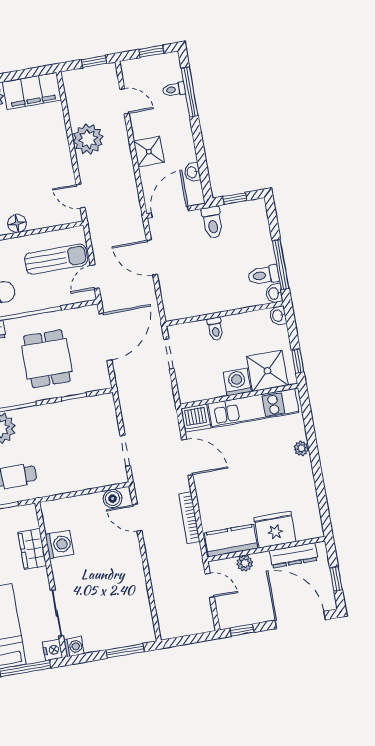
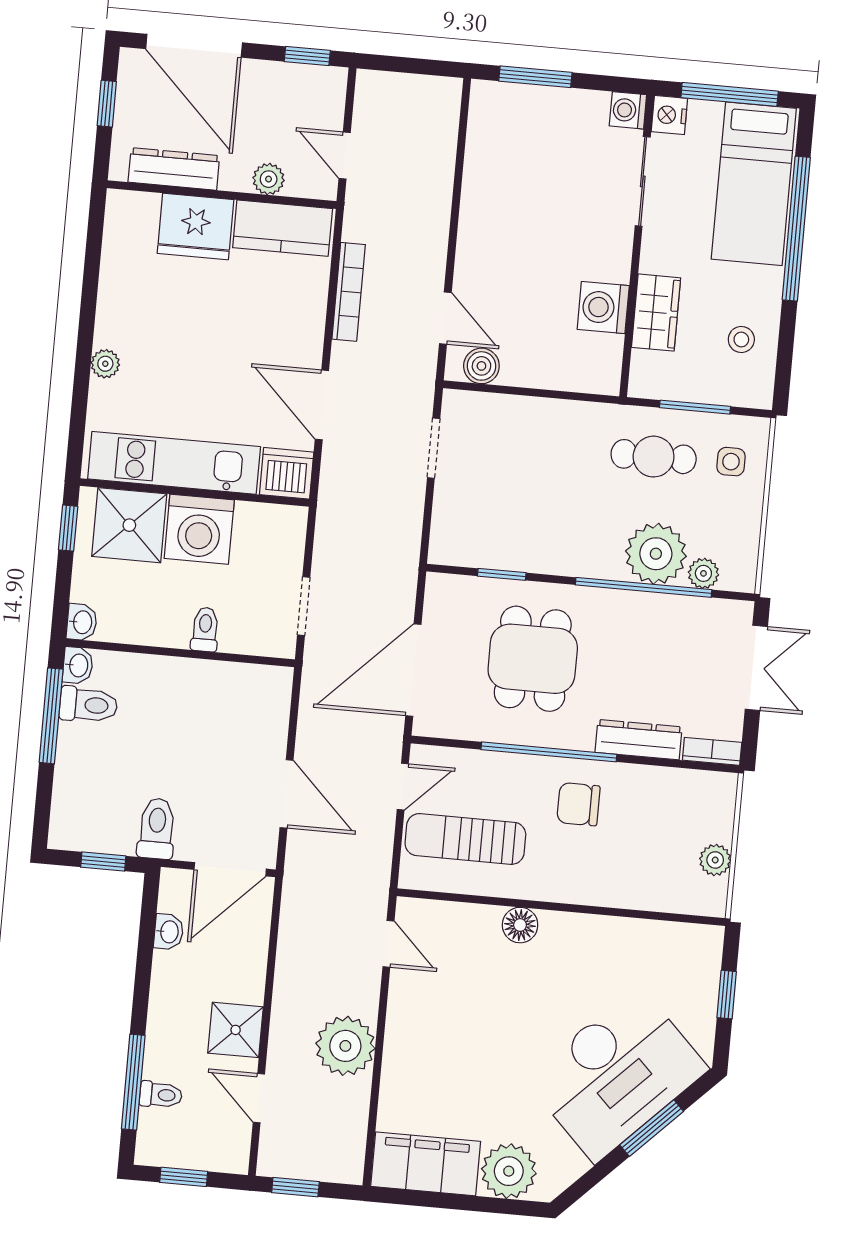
shower: (149, 152) -> (236, 1030), moved
washing machine: (237, 382) -> (199, 529), width x1.37, depth x1.37

